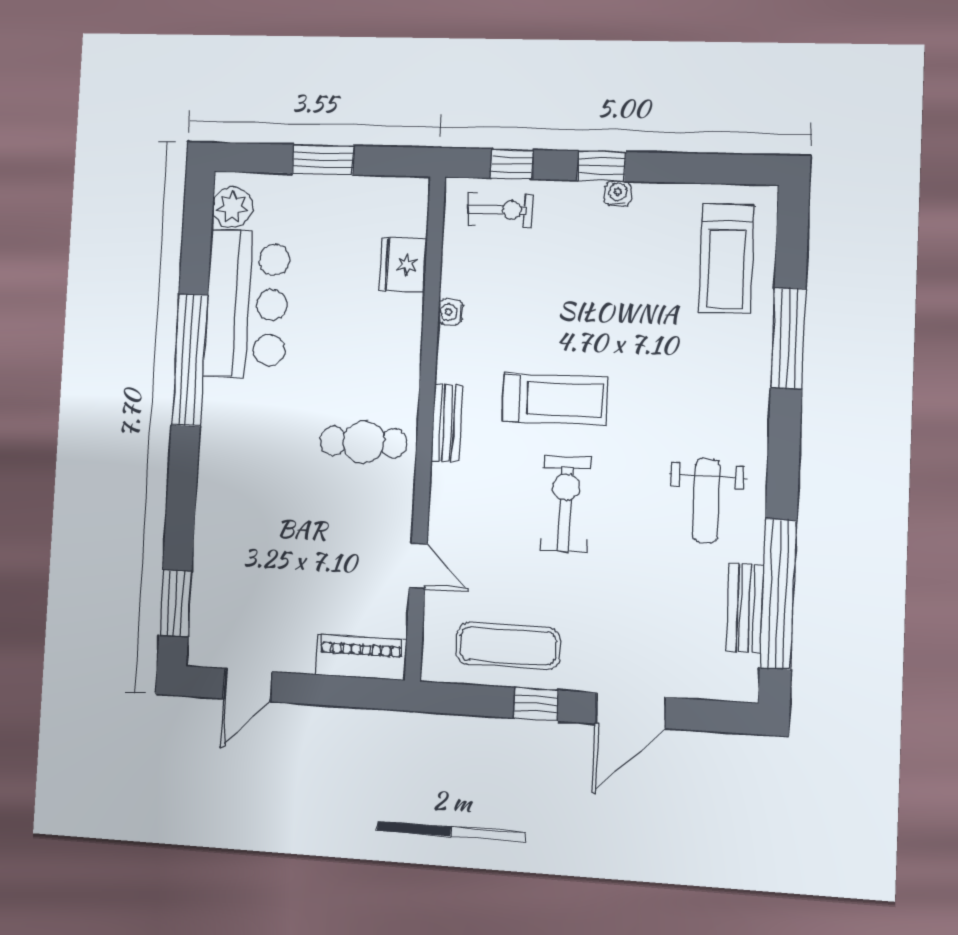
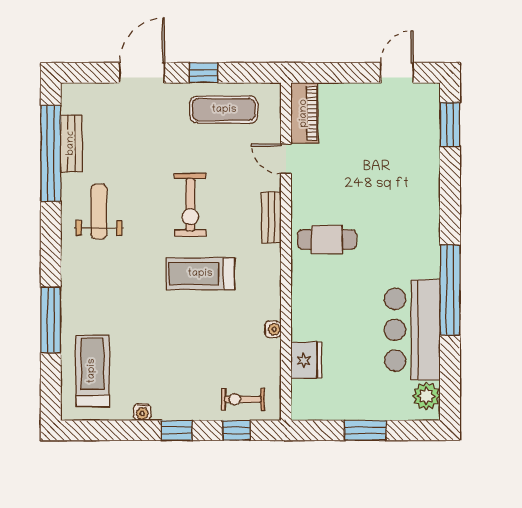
water cooler: (618, 194) -> (142, 412), moved
bench: (447, 423) -> (271, 217), moved
piano: (361, 657) -> (304, 113), moved, turned -90

